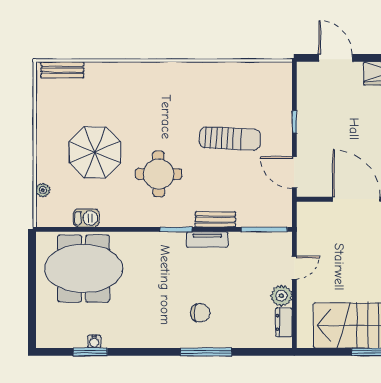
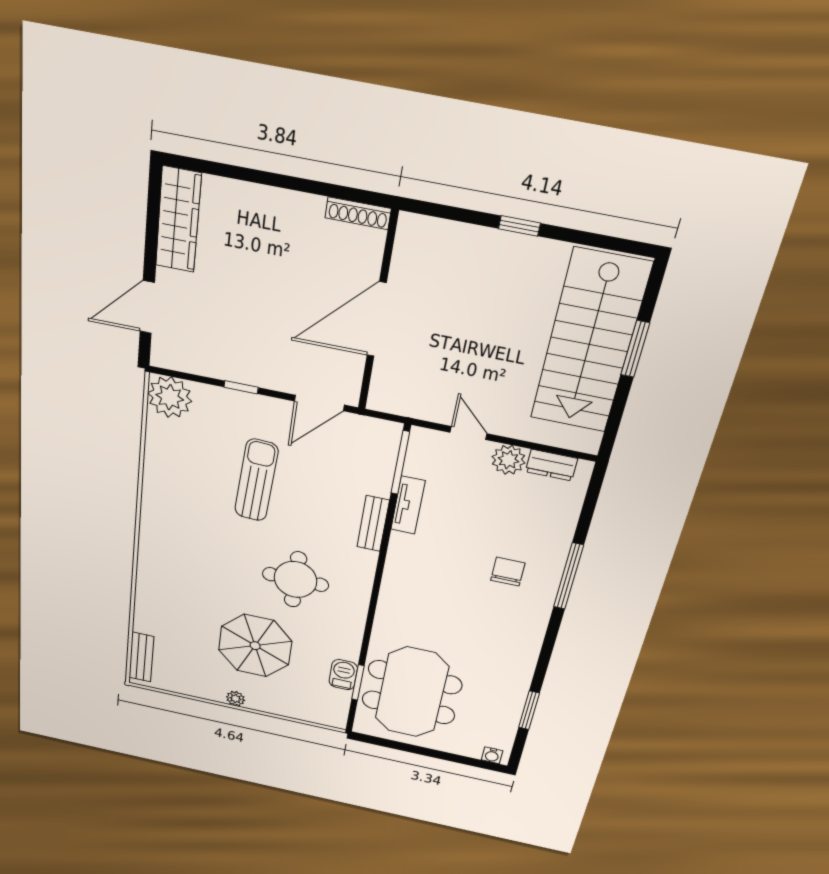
plant: (277, 76) -> (170, 397), added
plant: (43, 190) -> (236, 699), moved
window: (176, 229) -> (358, 683), moved
tv unit: (207, 240) -> (408, 505), moved
water cooler: (94, 342) -> (492, 755), moved, turned 90

